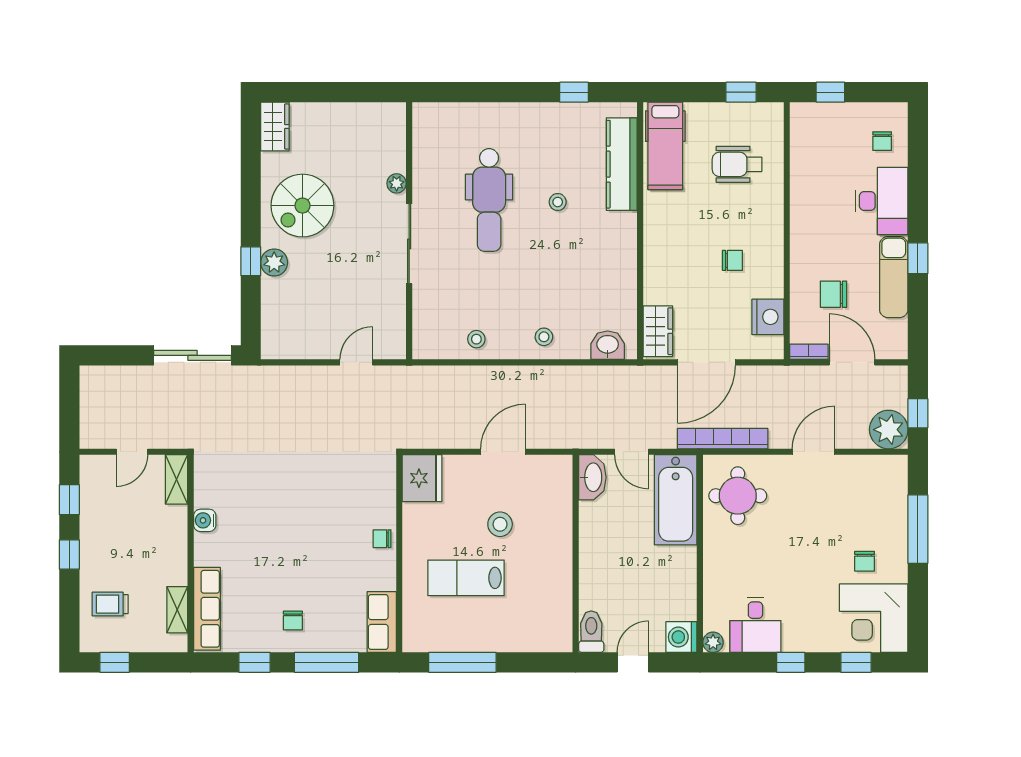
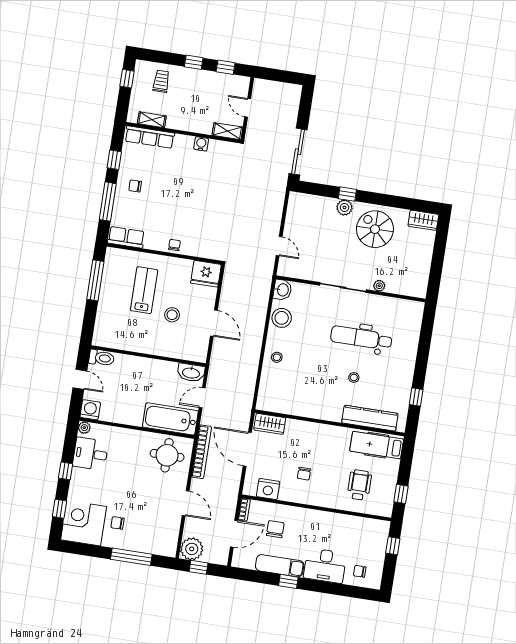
stool: (476, 339) -> (282, 318), width x1.89, depth x1.89
washbasin: (608, 345) -> (282, 290), moved

